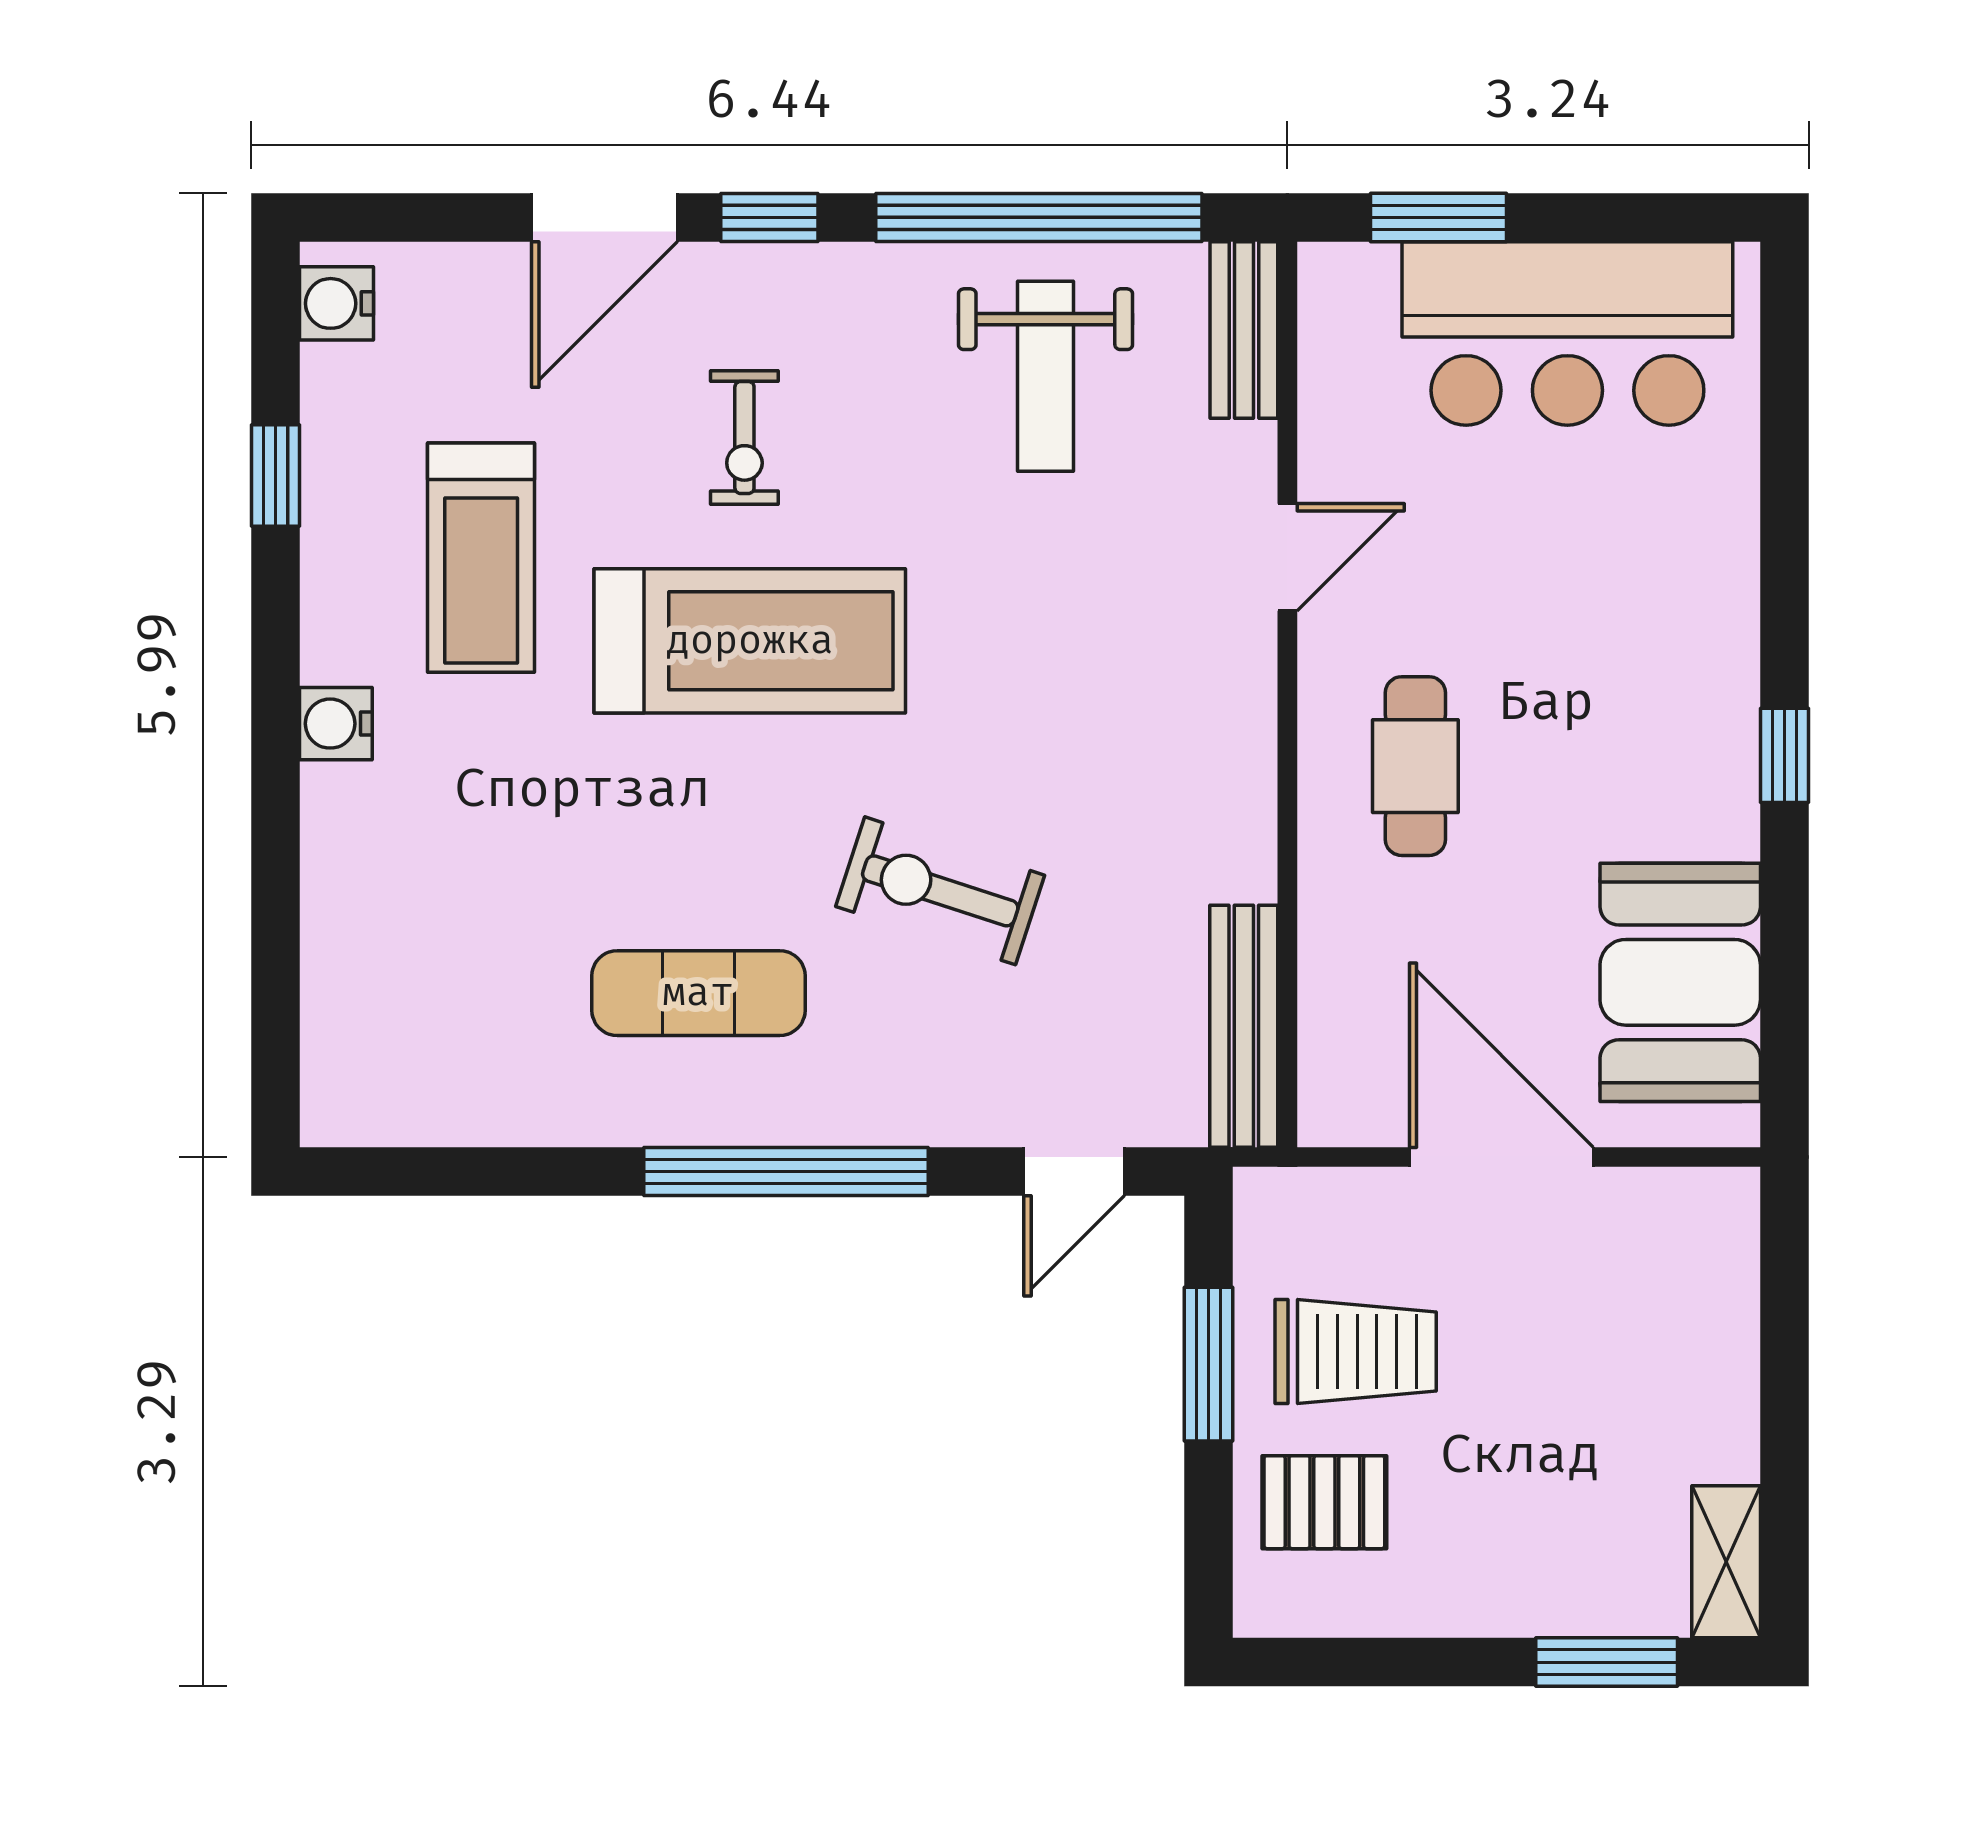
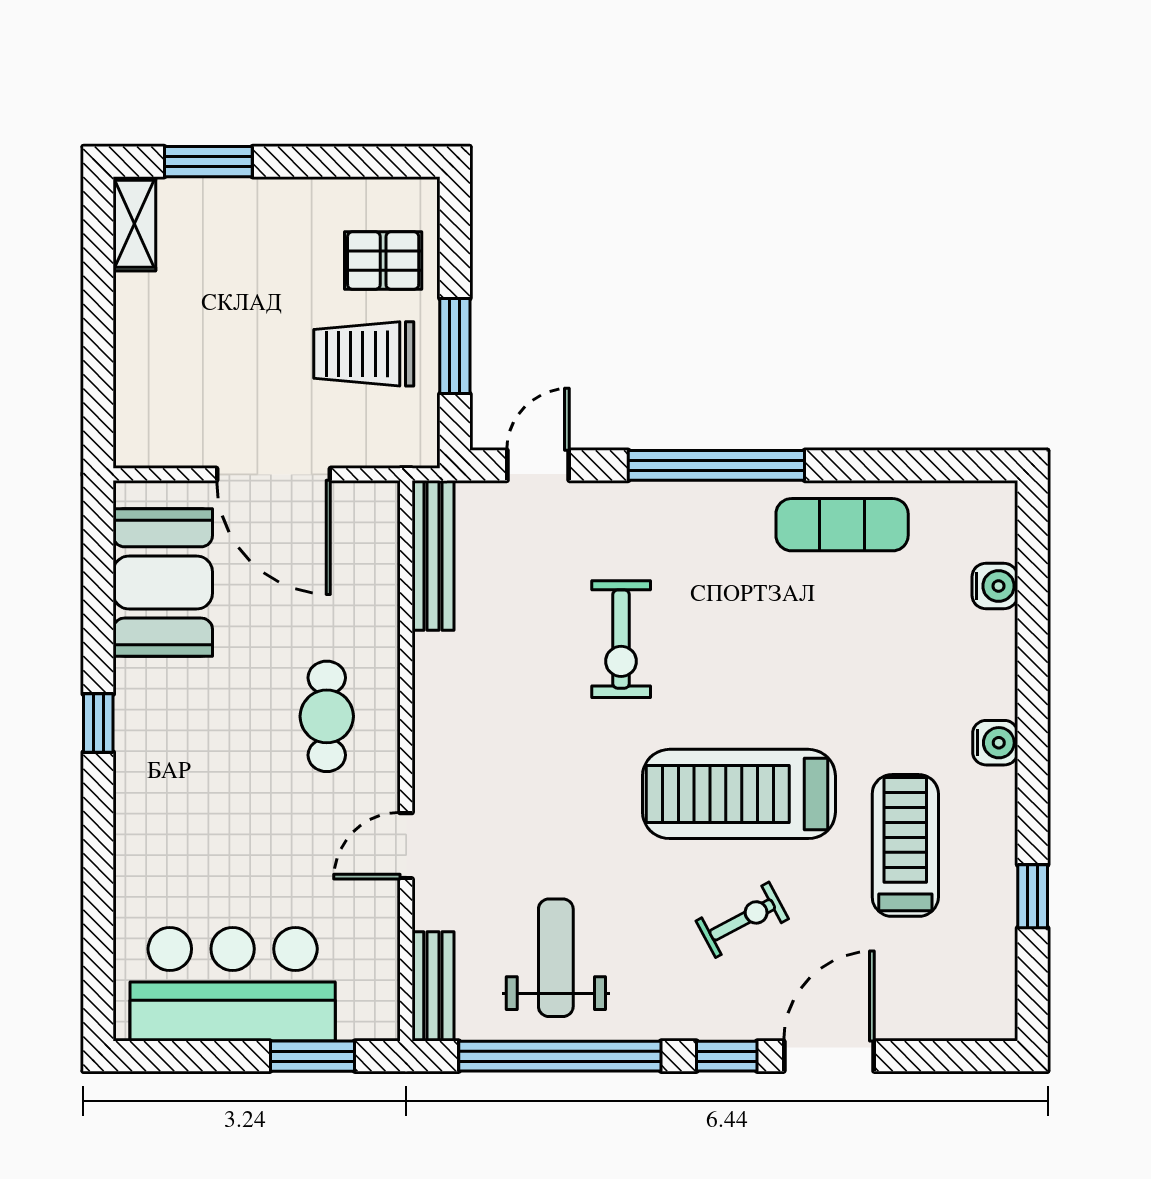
water cooler: (336, 303) -> (995, 586), moved
exercise bike: (744, 438) -> (742, 920), turned 62
exercise bike: (940, 891) -> (621, 639), turned 72
exercise mat: (698, 993) -> (842, 525), moved

